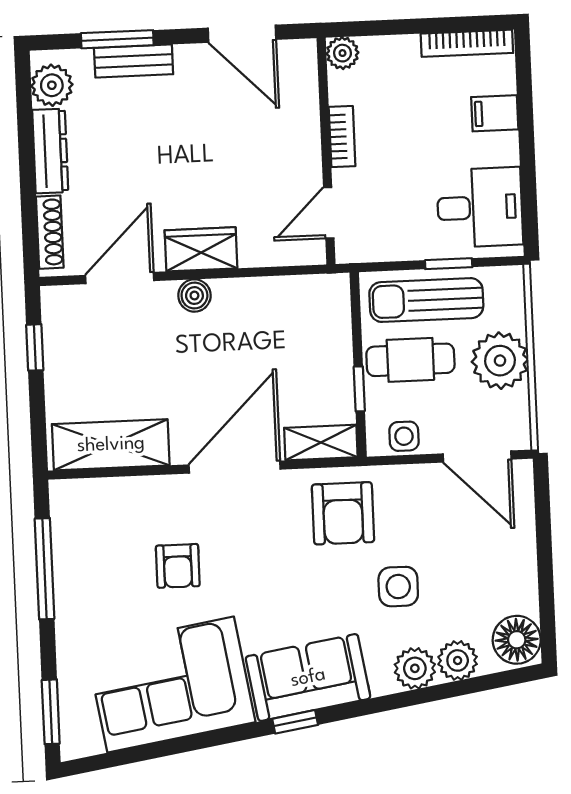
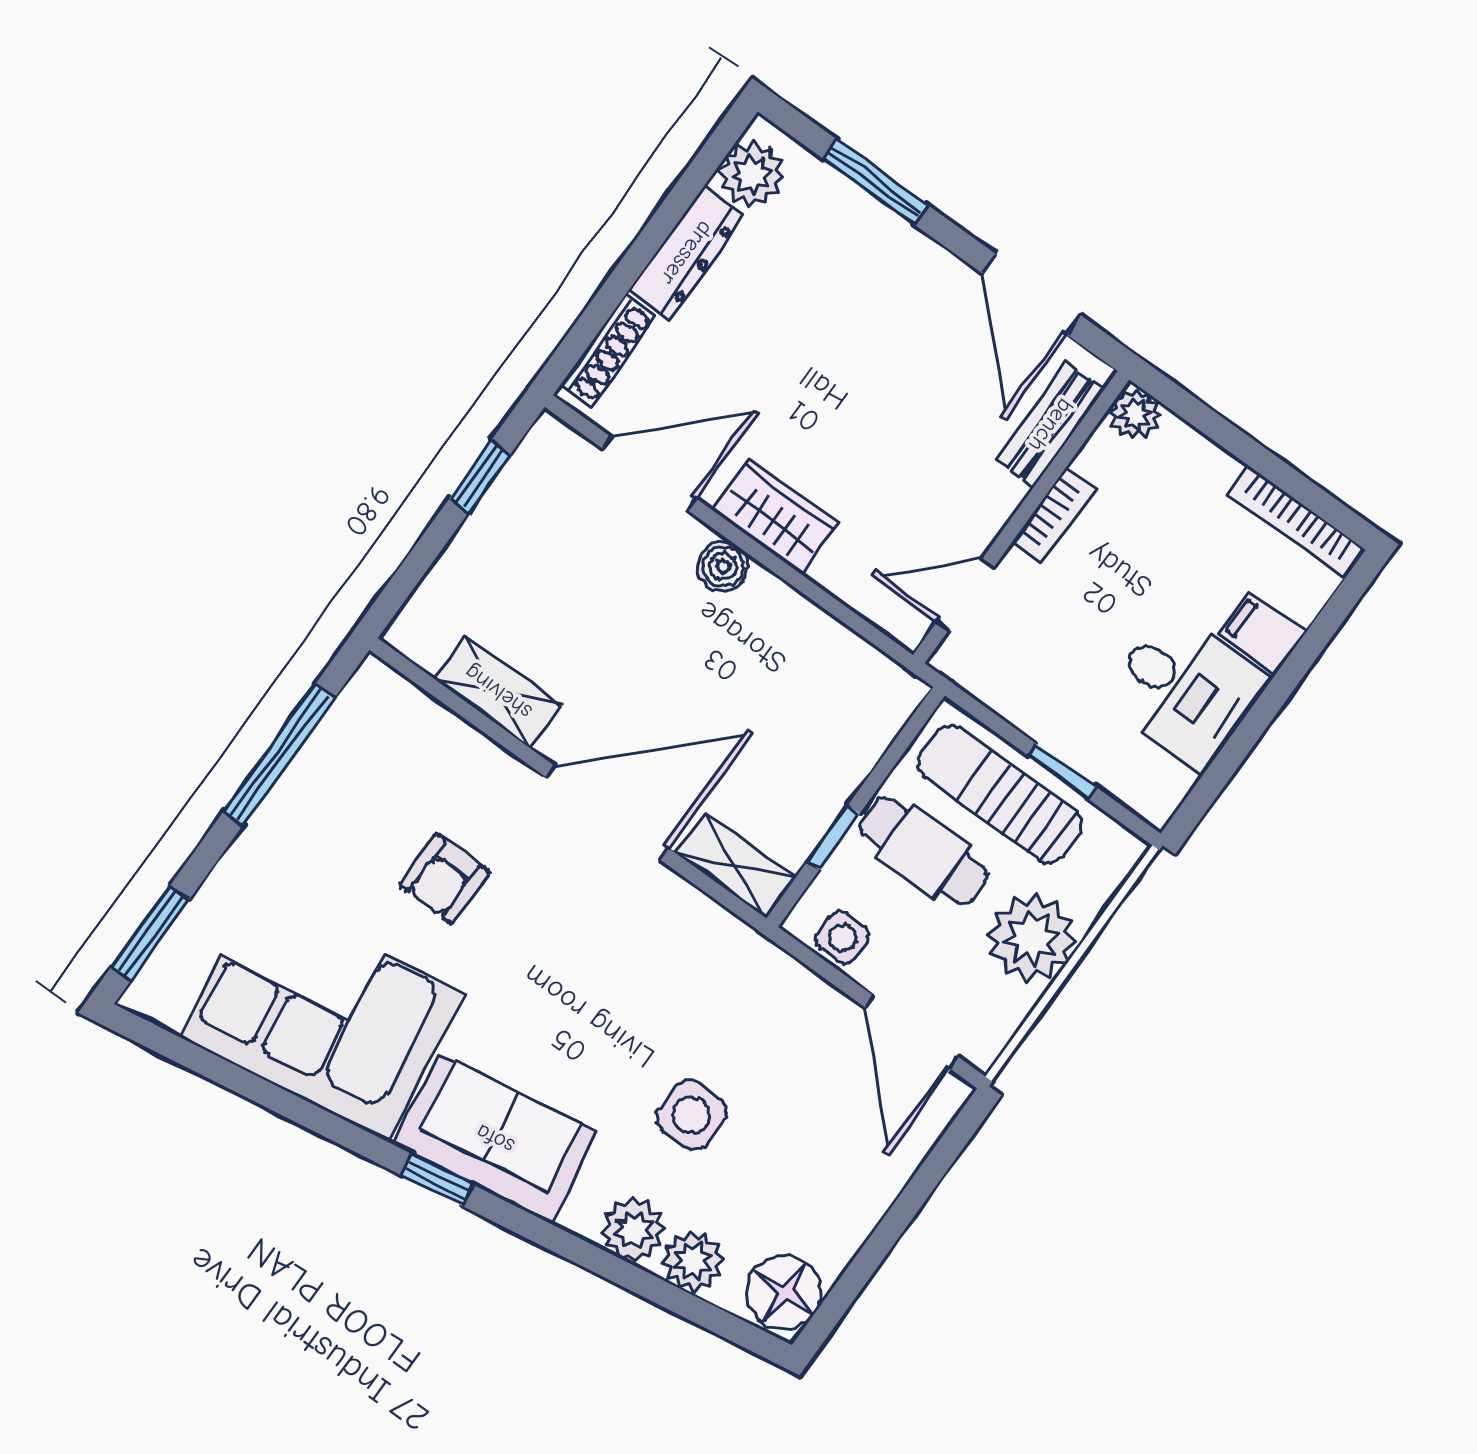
bench: (134, 61) -> (1051, 425), moved, turned 90
desk: (480, 207) -> (1185, 690), moved
shelving: (111, 445) -> (498, 692), width x0.67, depth x0.75
armchair: (343, 513) -> (695, 973), removed

